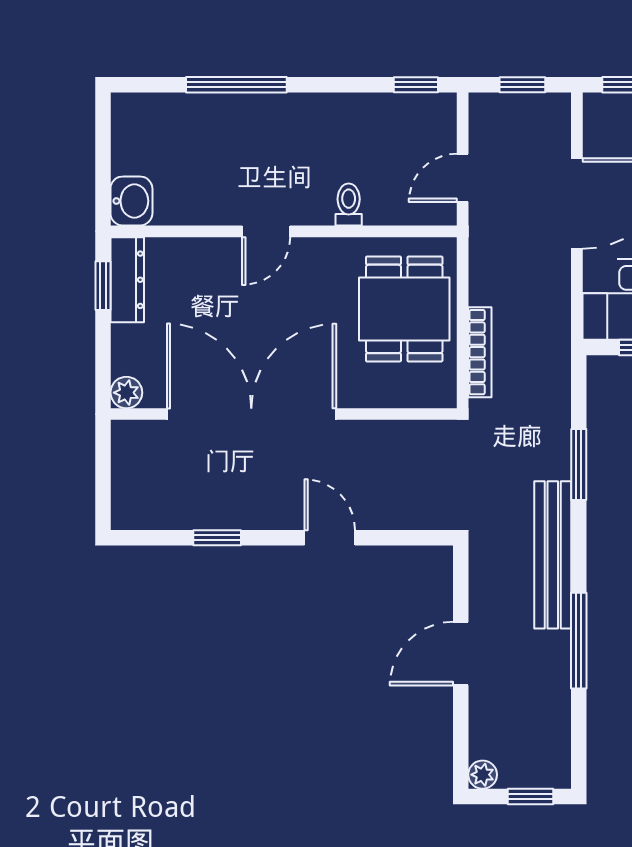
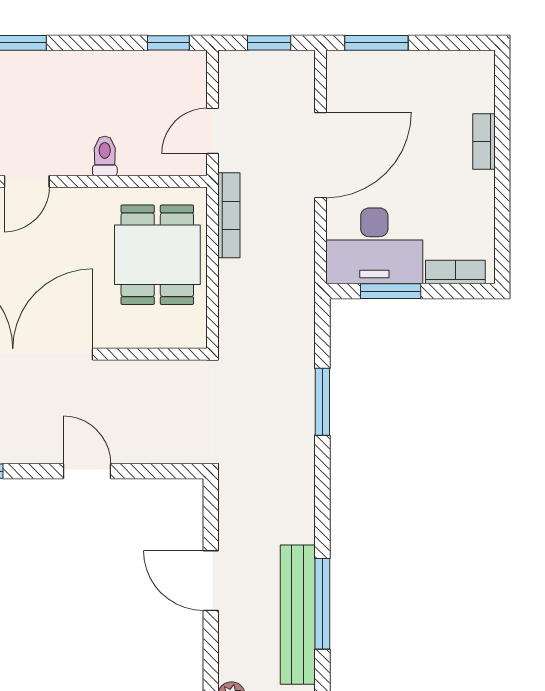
bookcase: (480, 352) -> (229, 215), moved
bench: (553, 555) -> (298, 615), moved
window: (579, 641) -> (322, 604), moved
door: (461, 654) -> (211, 581), hinge flipped

